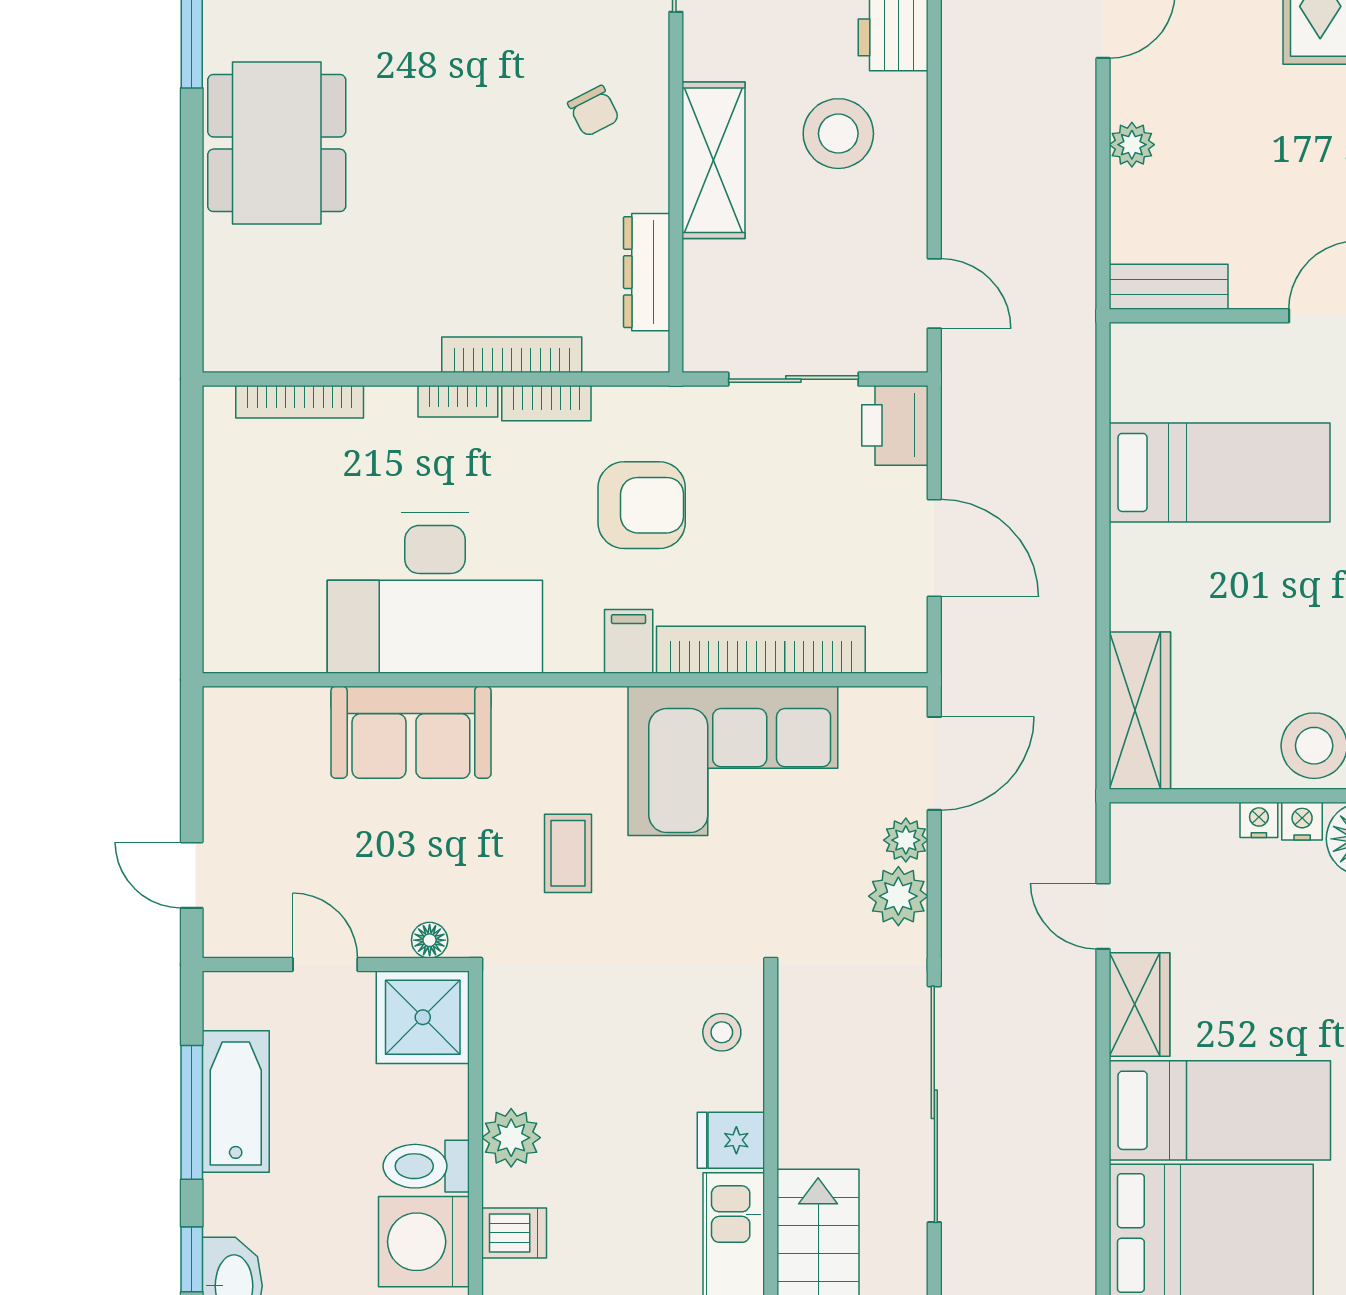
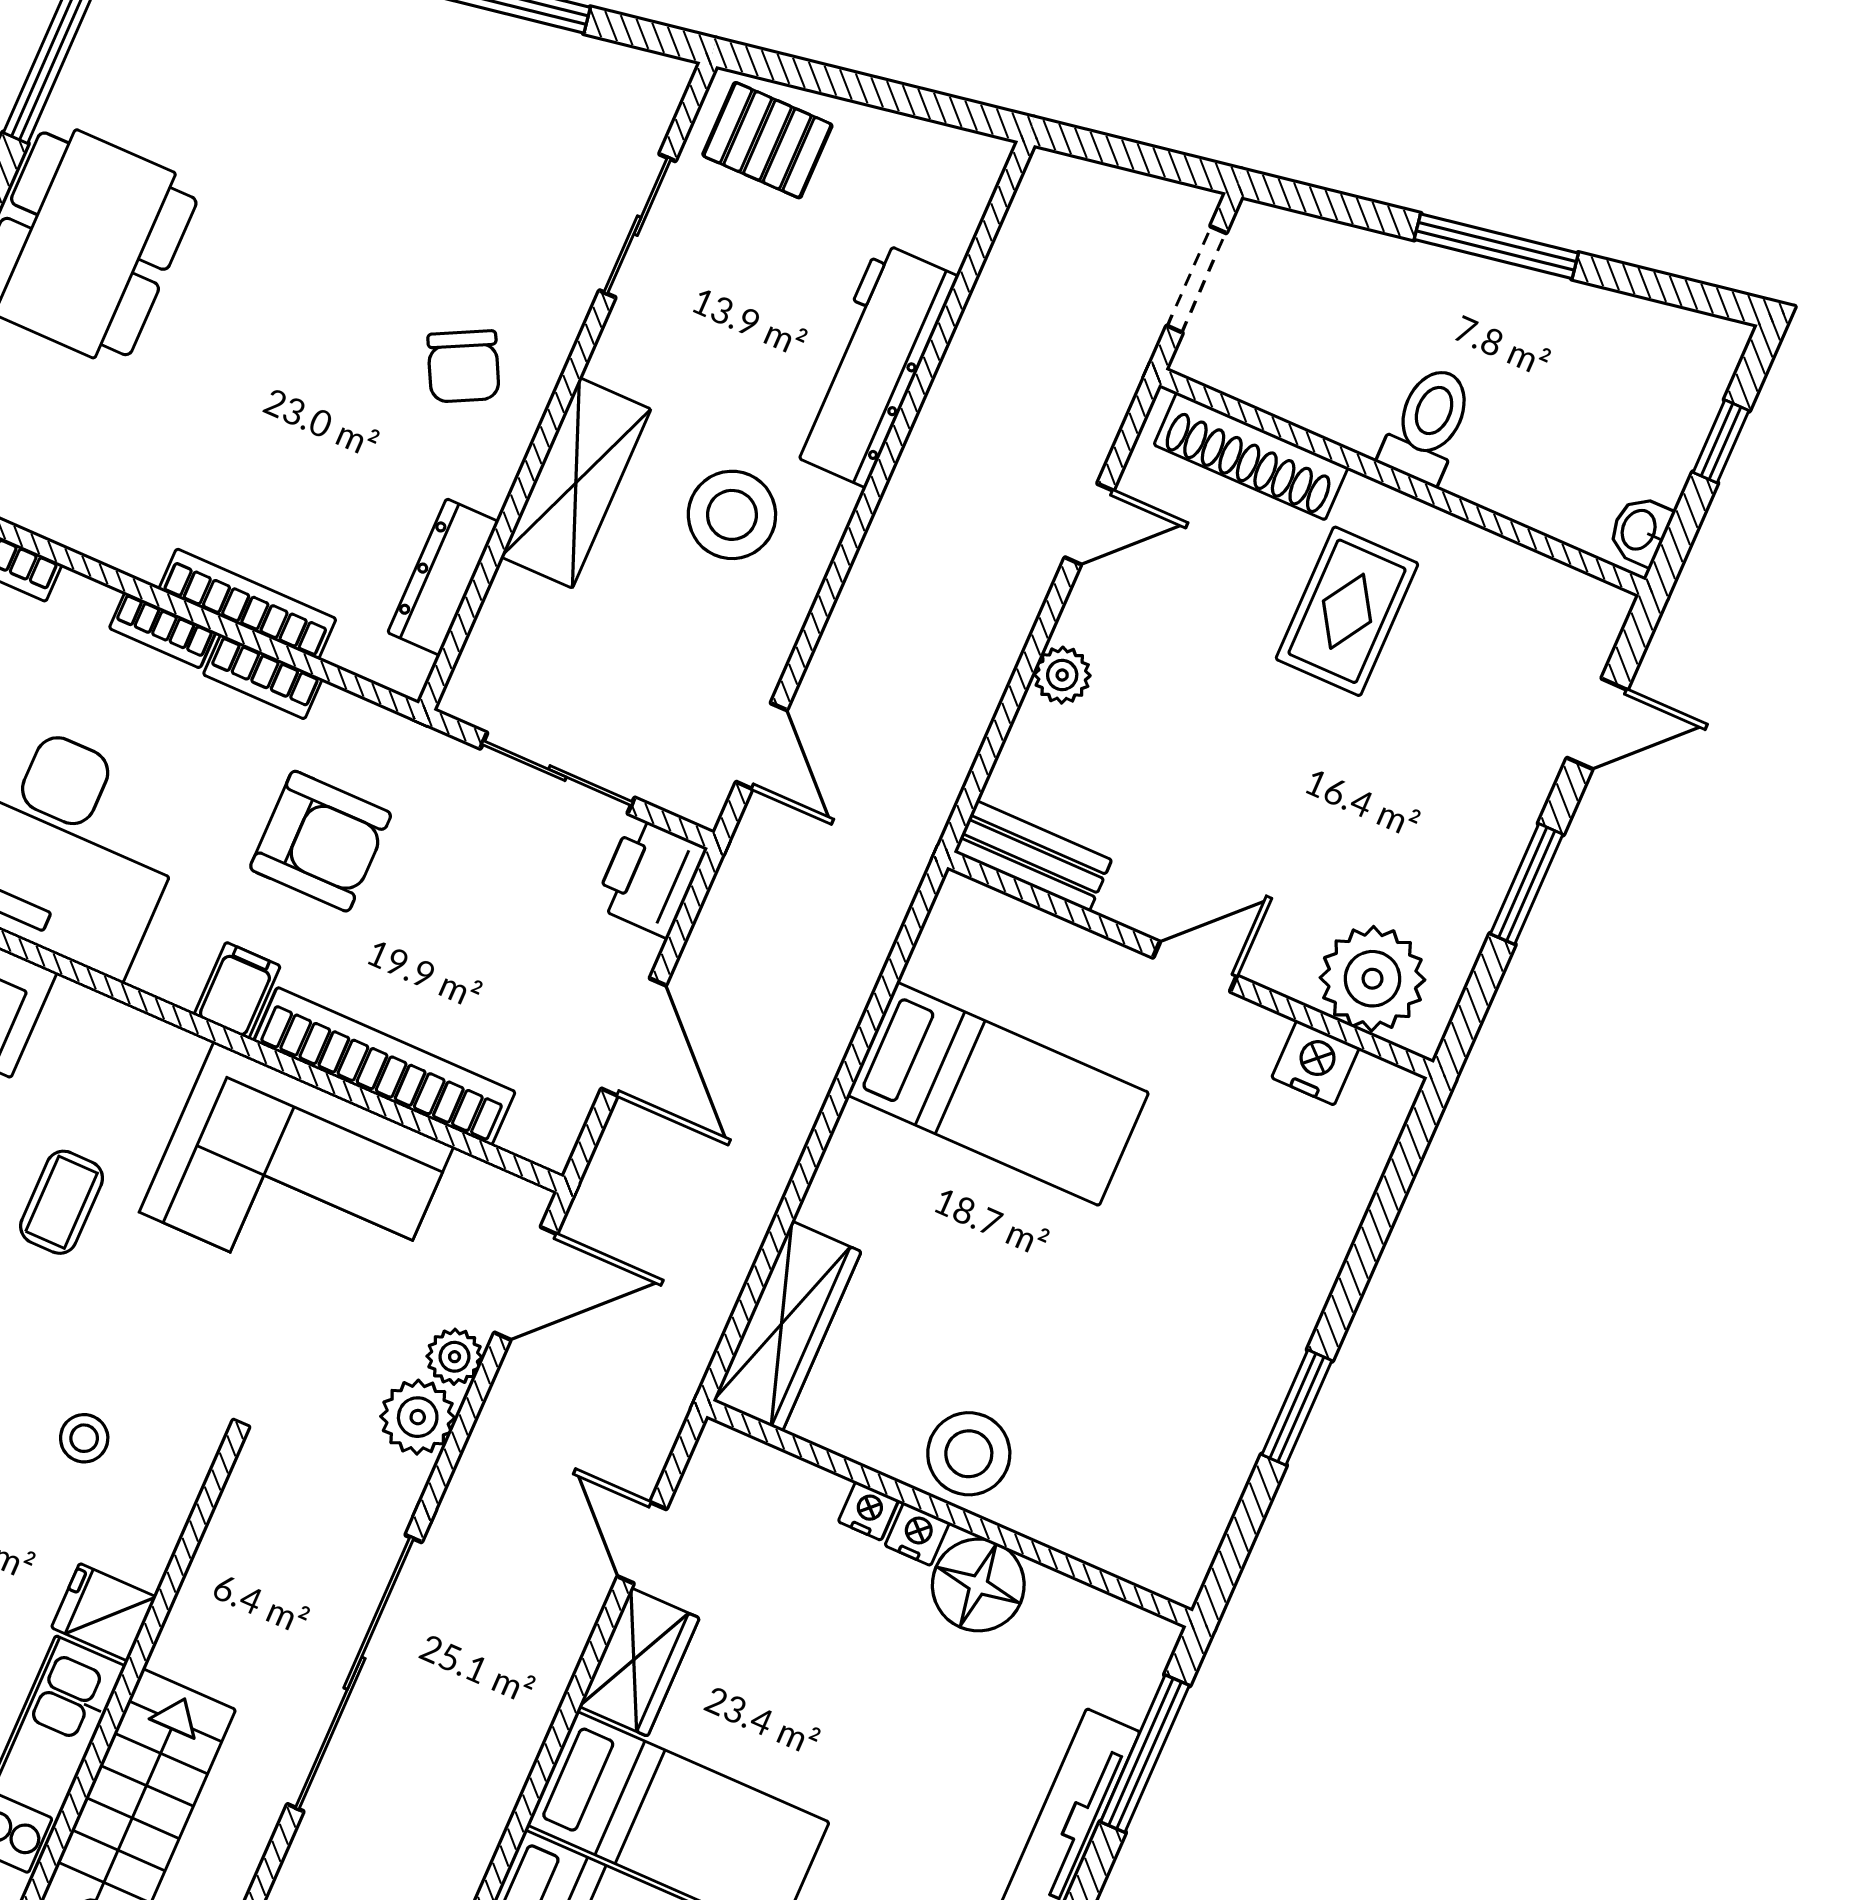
chair: (594, 111) -> (463, 366), width x1.37, depth x1.37
stool: (722, 1032) -> (84, 1438), moved

